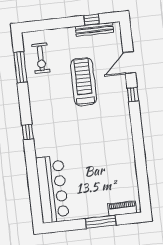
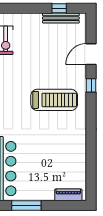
treadmill: (83, 82) -> (54, 100), moved, turned 90
window: (101, 222) -> (26, 205), moved

